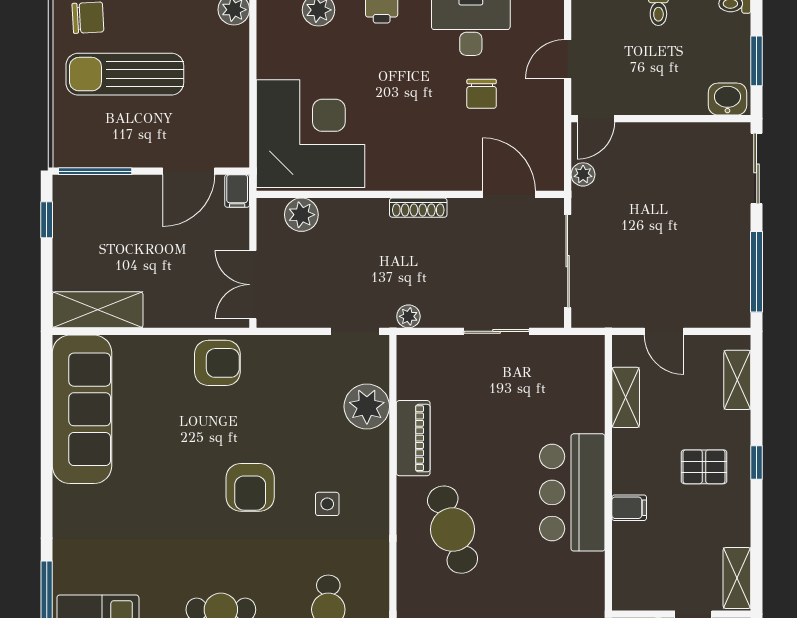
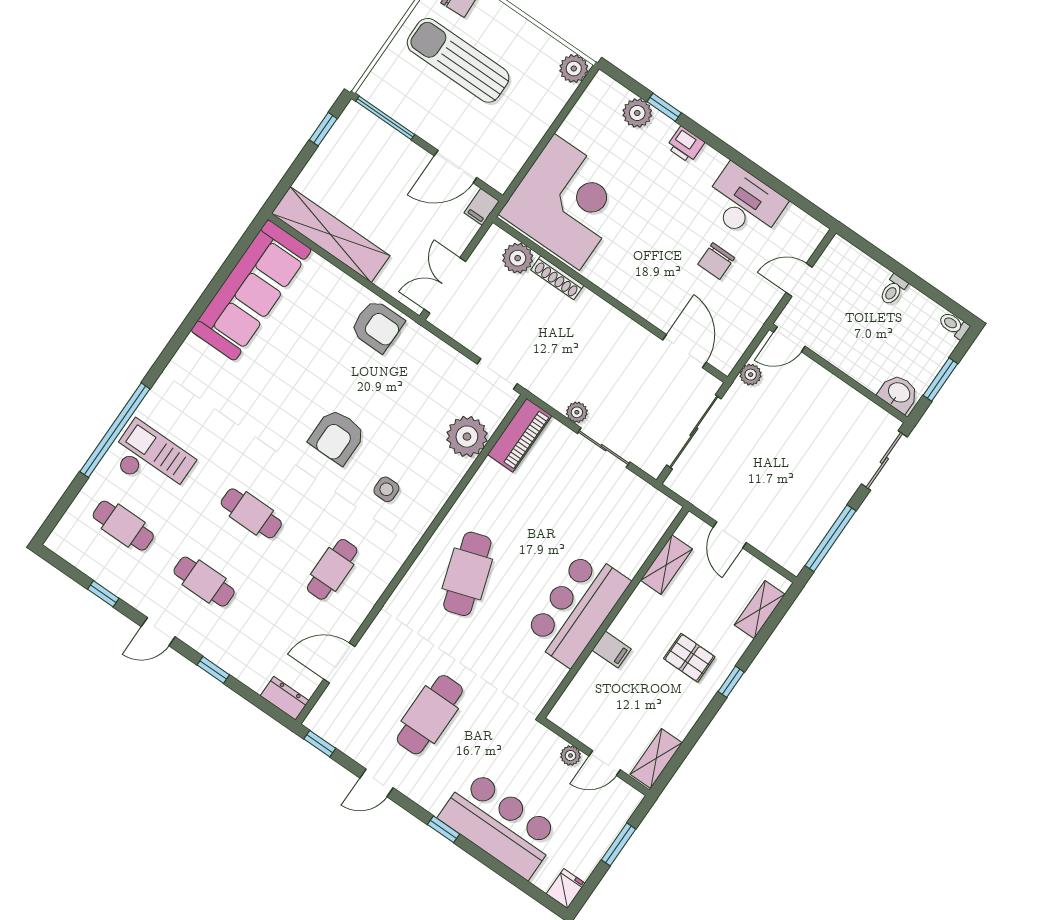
shoe rack: (418, 208) -> (557, 278), moved
shelving: (98, 310) -> (331, 235), width x1.47
plant: (408, 316) -> (577, 412), moved
piano: (413, 438) -> (520, 435), moved

